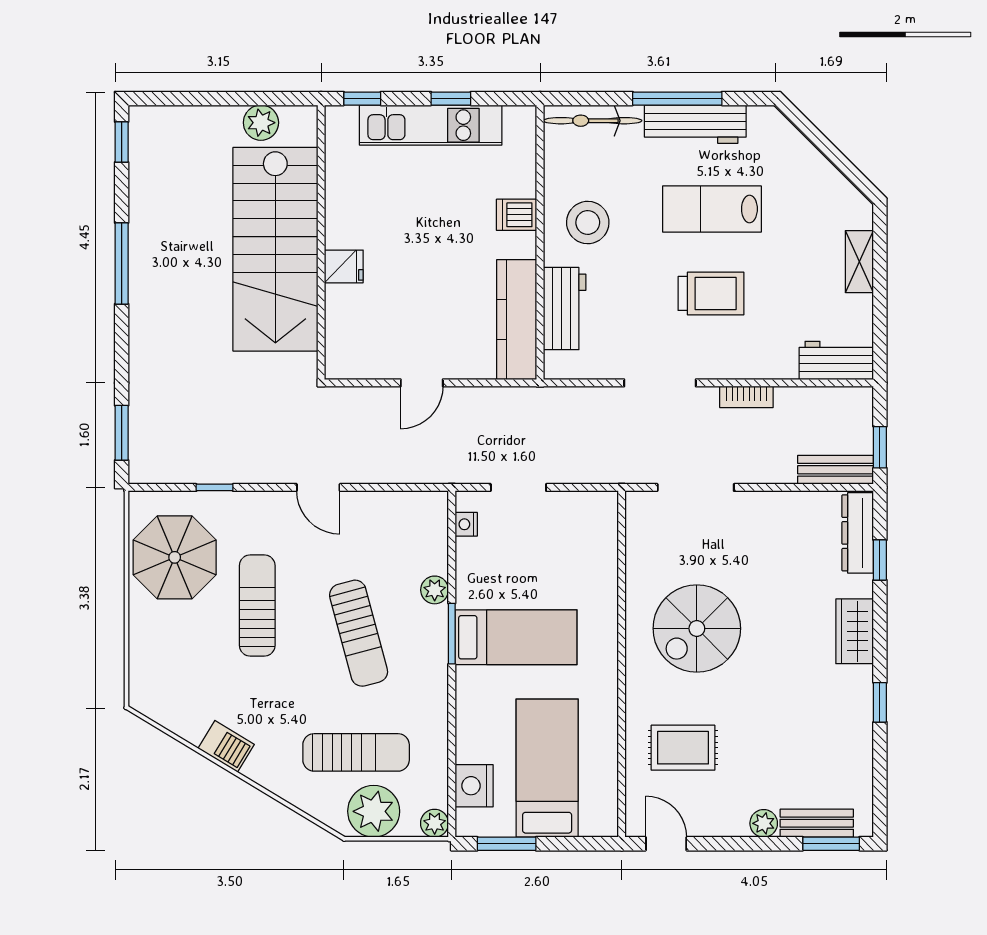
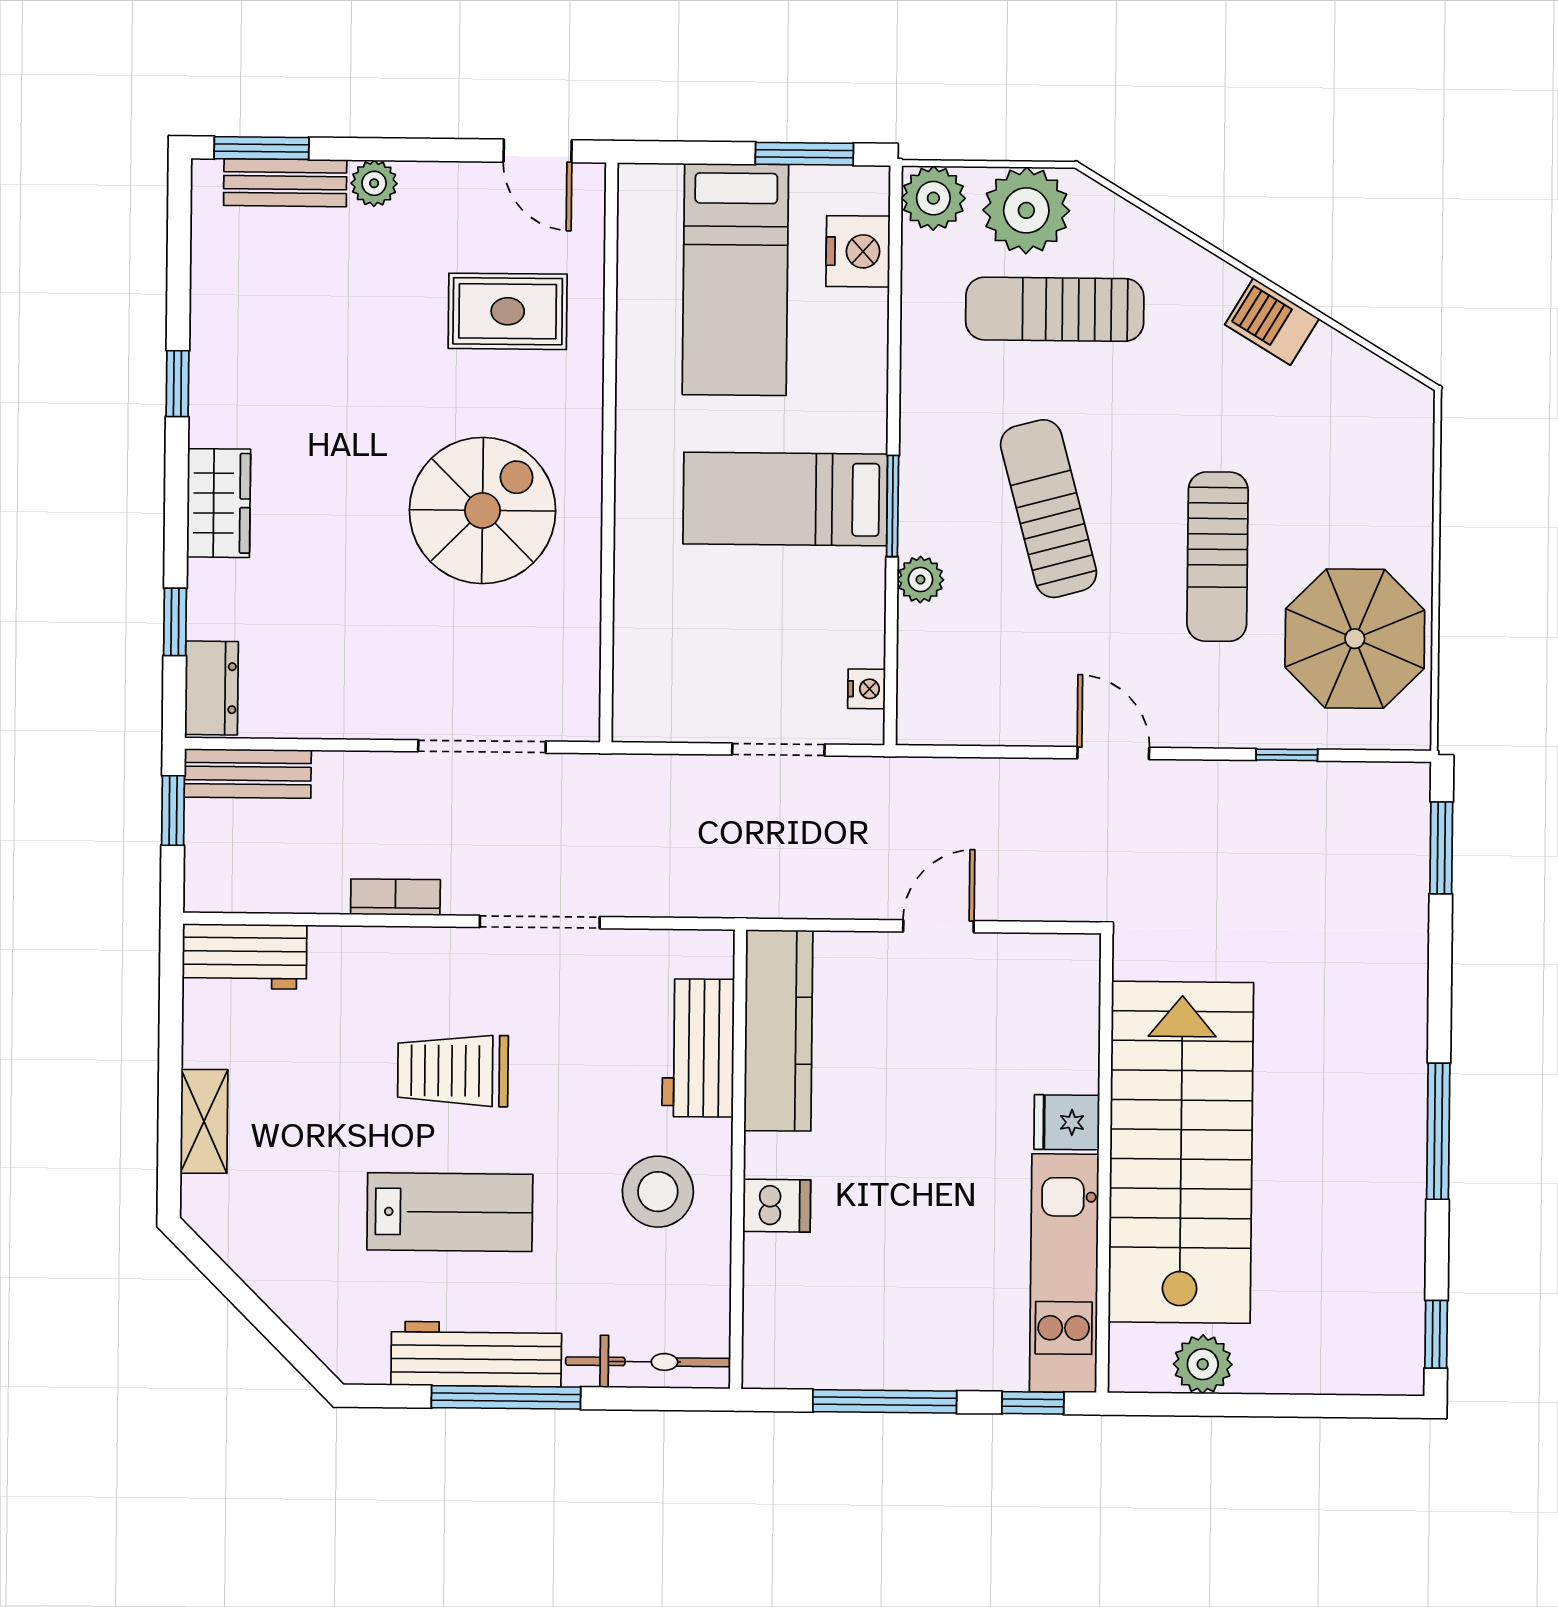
window: (451, 99) -> (885, 1401), width x2.17
kitchen unit: (431, 125) -> (1064, 1273), moved, turned -90
dresser: (858, 533) -> (212, 688), width x0.70
plant: (435, 823) -> (933, 198), width x1.38, depth x1.38

